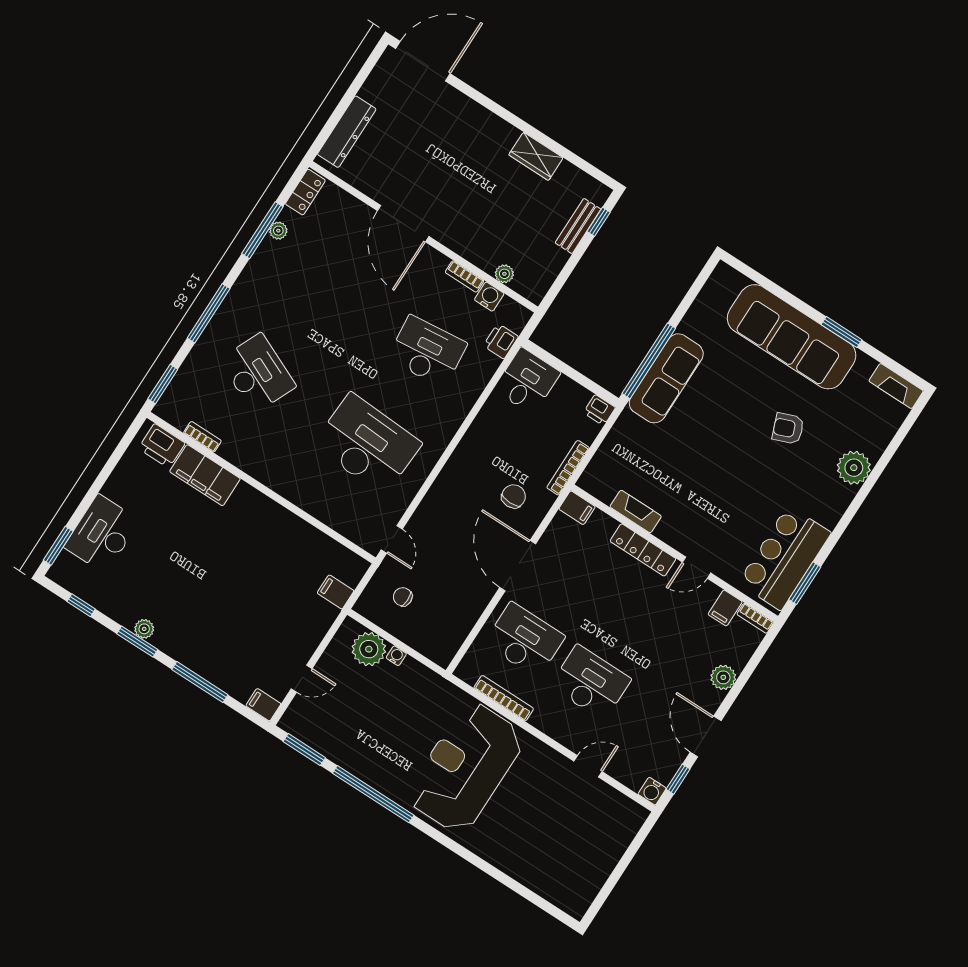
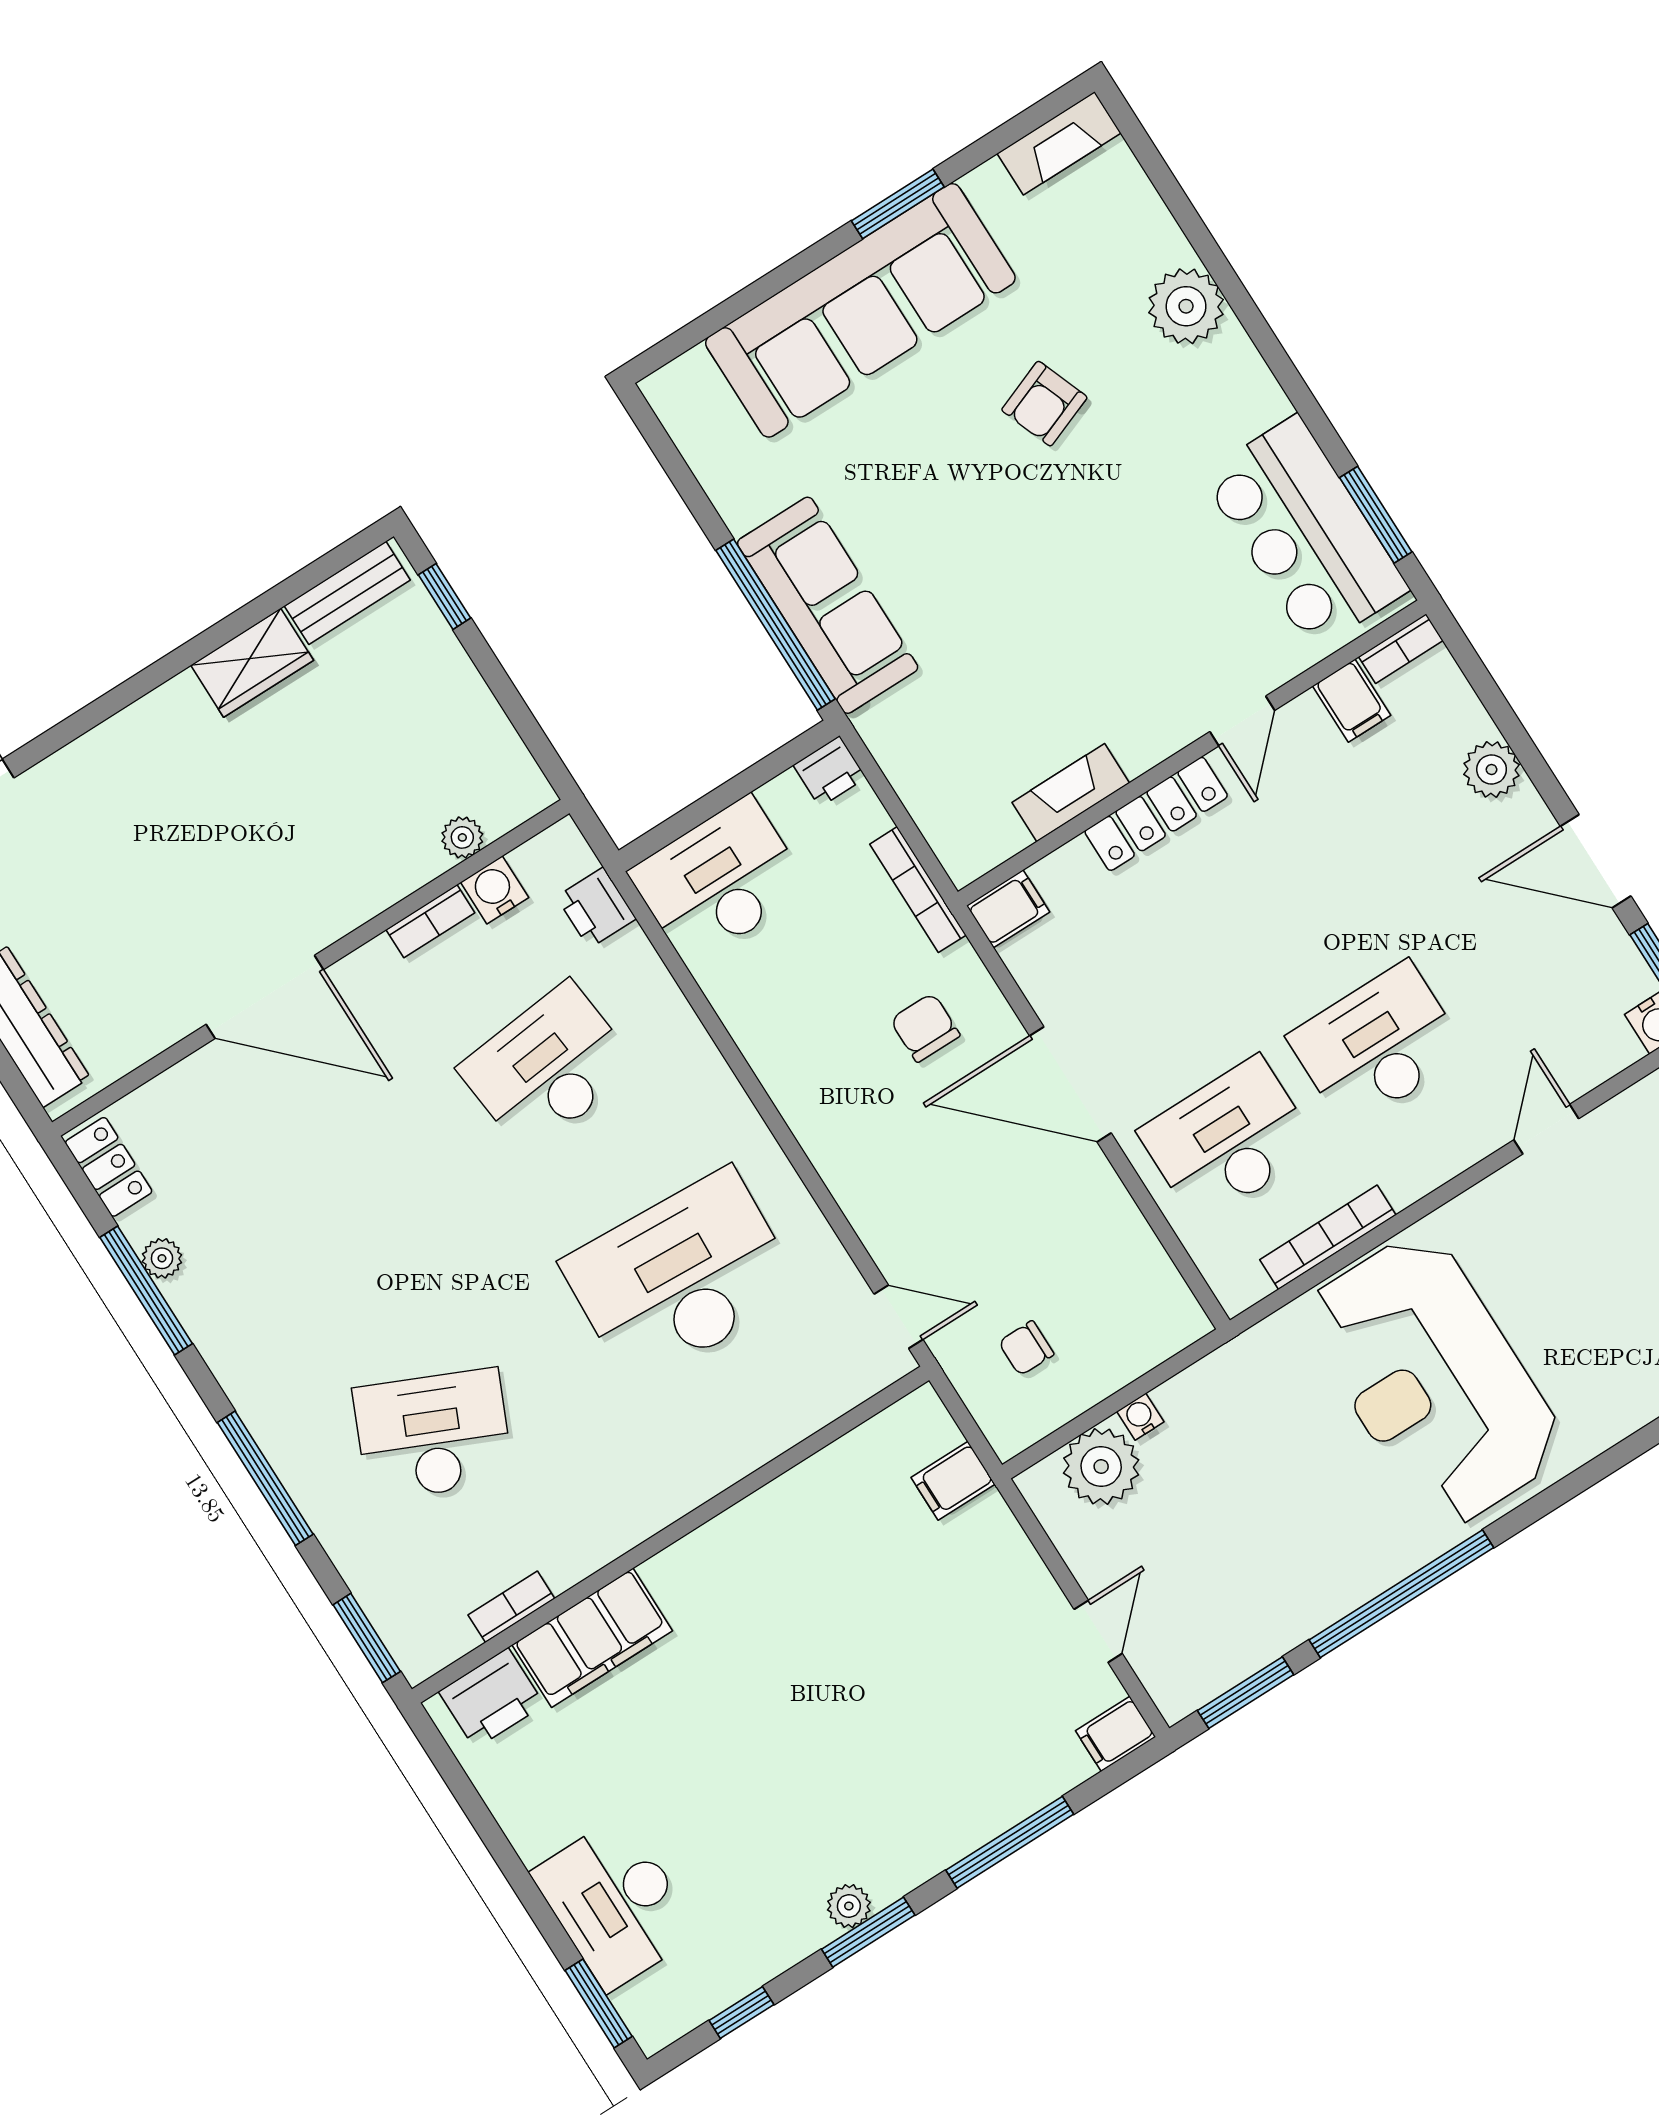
bench: (578, 226) -> (347, 593), moved, turned 90
desk: (527, 381) -> (719, 881), width x1.37

